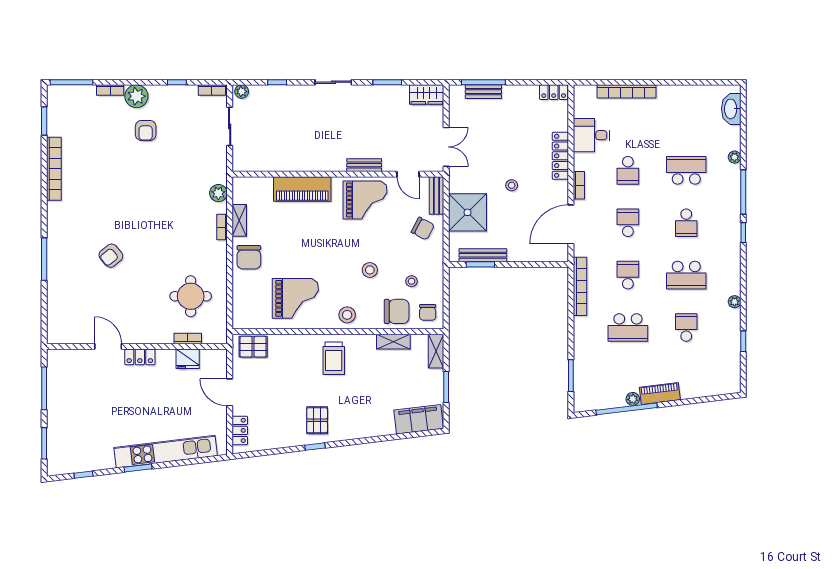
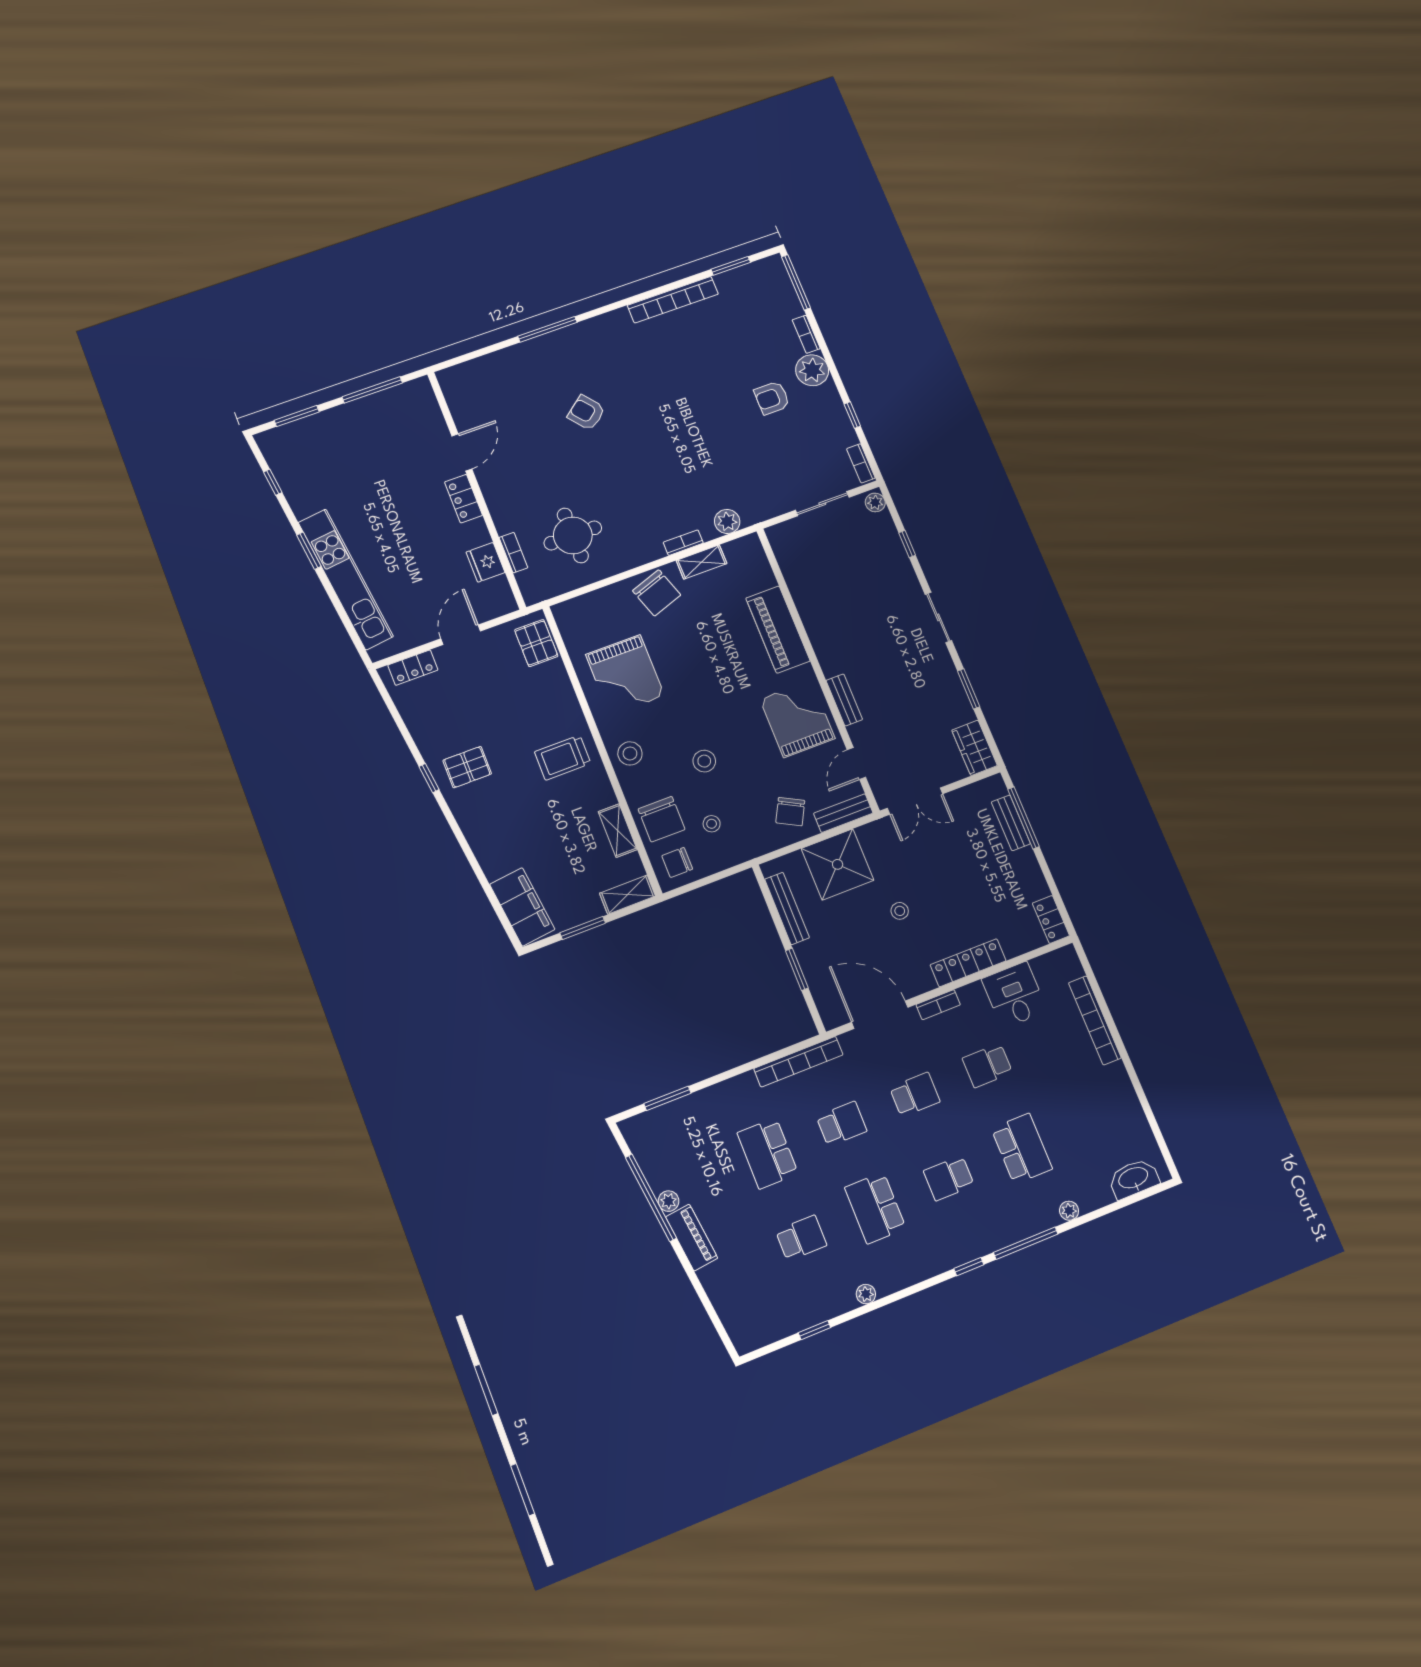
grand piano: (365, 200) -> (797, 719), turned 180
chair: (249, 257) -> (657, 593), turned -109
window: (480, 264) -> (797, 969), moved

